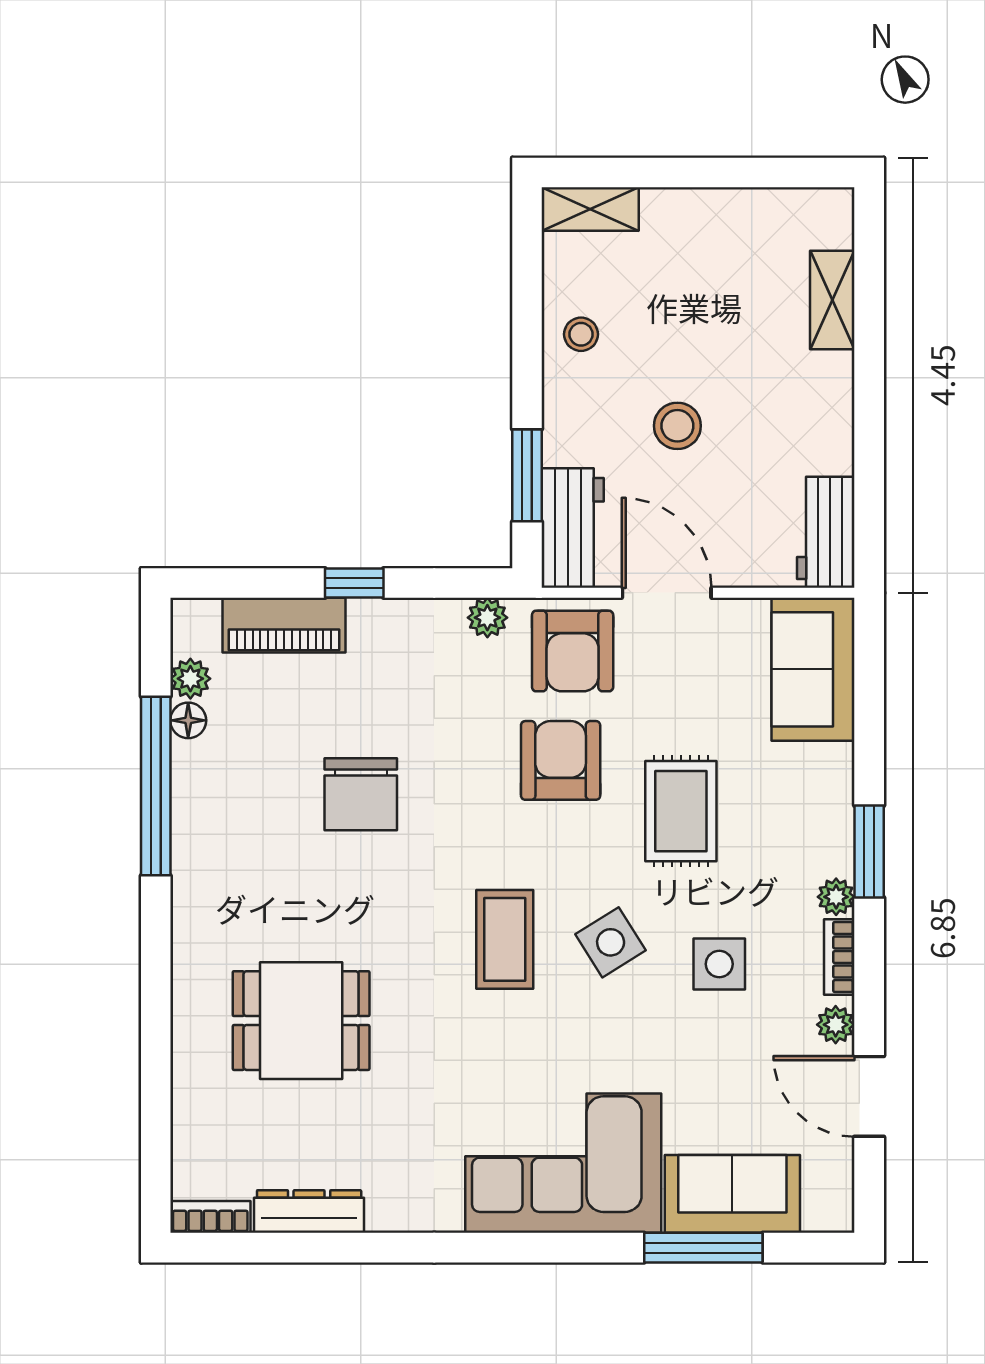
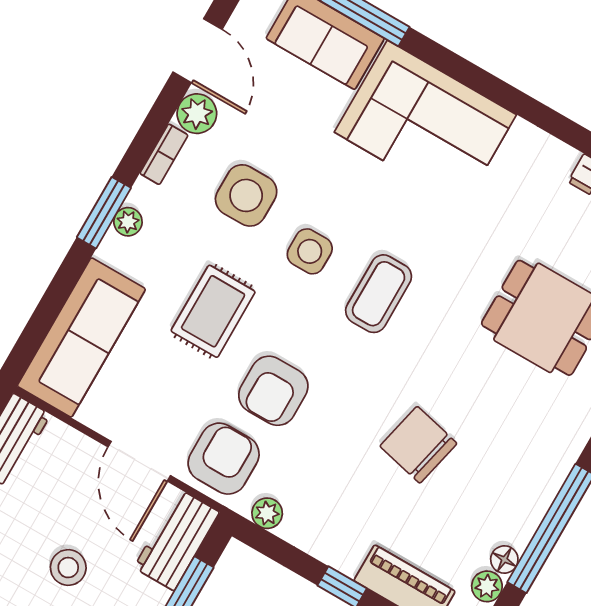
sofa: (813, 669) -> (81, 338), width x1.36
chair: (361, 794) -> (418, 445), turned -77
plant: (836, 897) -> (128, 222), moved
side table: (611, 942) -> (310, 251), turned 32
side table: (719, 964) -> (246, 195), width x1.37, depth x1.37
plant: (836, 1025) -> (197, 114), width x1.38, depth x1.38

